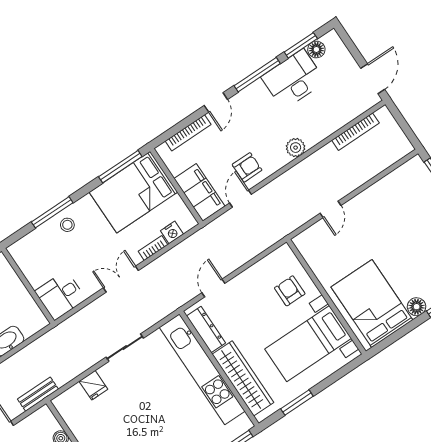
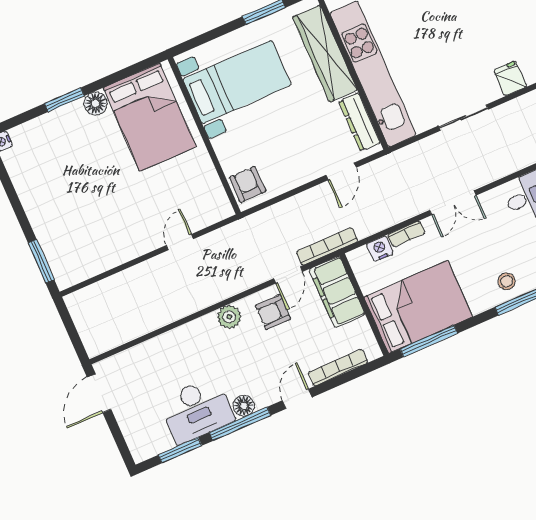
floor lamp: (316, 49) -> (244, 406), moved
bookcase: (355, 132) -> (327, 246), moved
plant: (296, 148) -> (229, 317), moved
armchair: (290, 291) -> (248, 184), moved, turned 180

